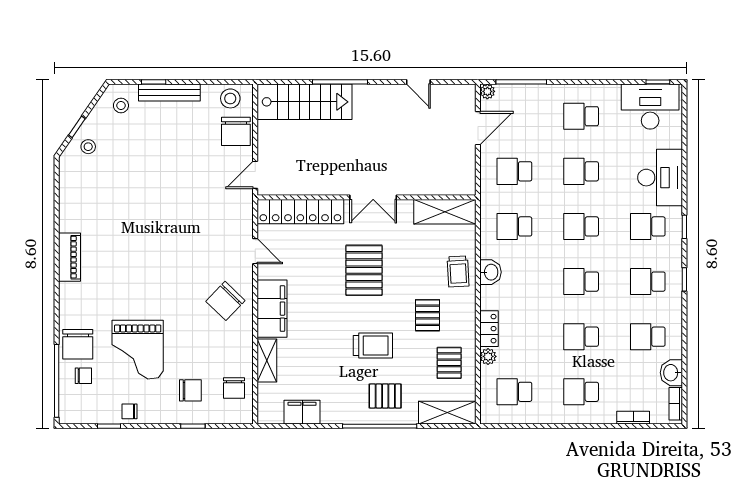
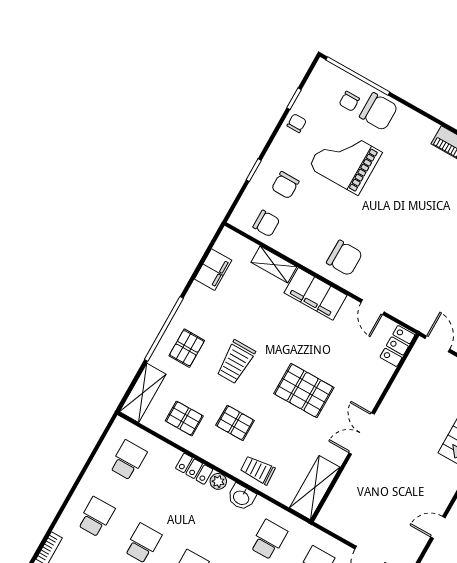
locker: (300, 212) -> (397, 346), width x0.46, depth x0.83
door: (255, 251) -> (373, 307), hinge flipped
chair: (225, 301) -> (344, 258), turned 136
chair: (78, 344) -> (379, 112), turned 180
plant: (488, 356) -> (218, 481), moved
chair: (234, 388) -> (266, 223), turned 180

